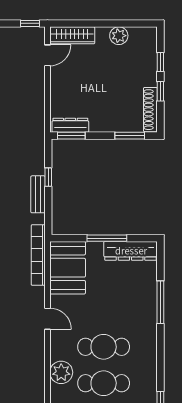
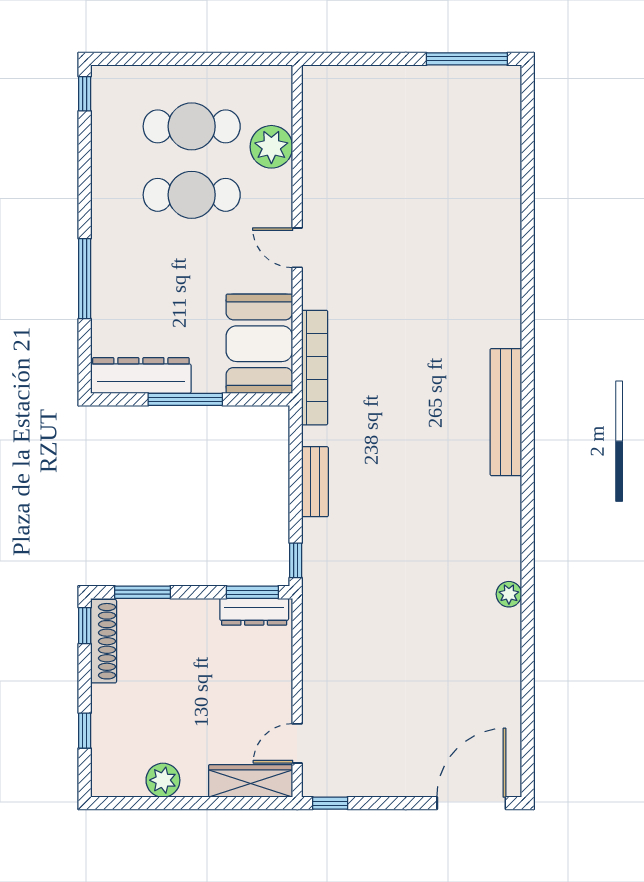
window: (160, 91) -> (85, 626), moved
window: (48, 177) -> (296, 560), moved

